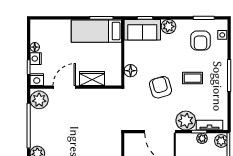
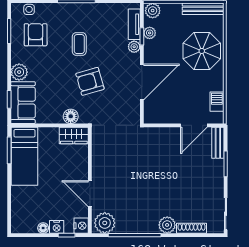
armchair: (200, 41) -> (36, 35), turned -90
wardrobe: (92, 79) -> (74, 135), moved, turned -90
plant: (186, 121) -> (134, 47), width x0.53, depth x0.53

